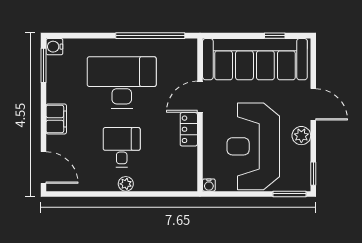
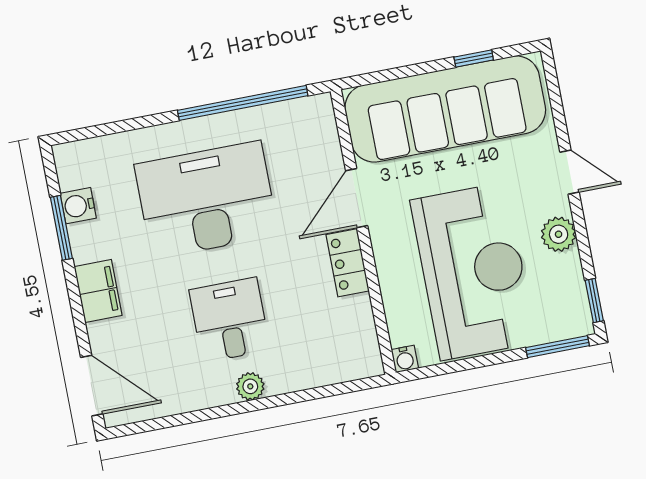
water cooler: (54, 47) -> (78, 206), moved
window: (44, 65) -> (61, 228), moved
door: (313, 104) -> (570, 172), width x0.73
reception desk: (253, 146) -> (473, 271), turned 180

